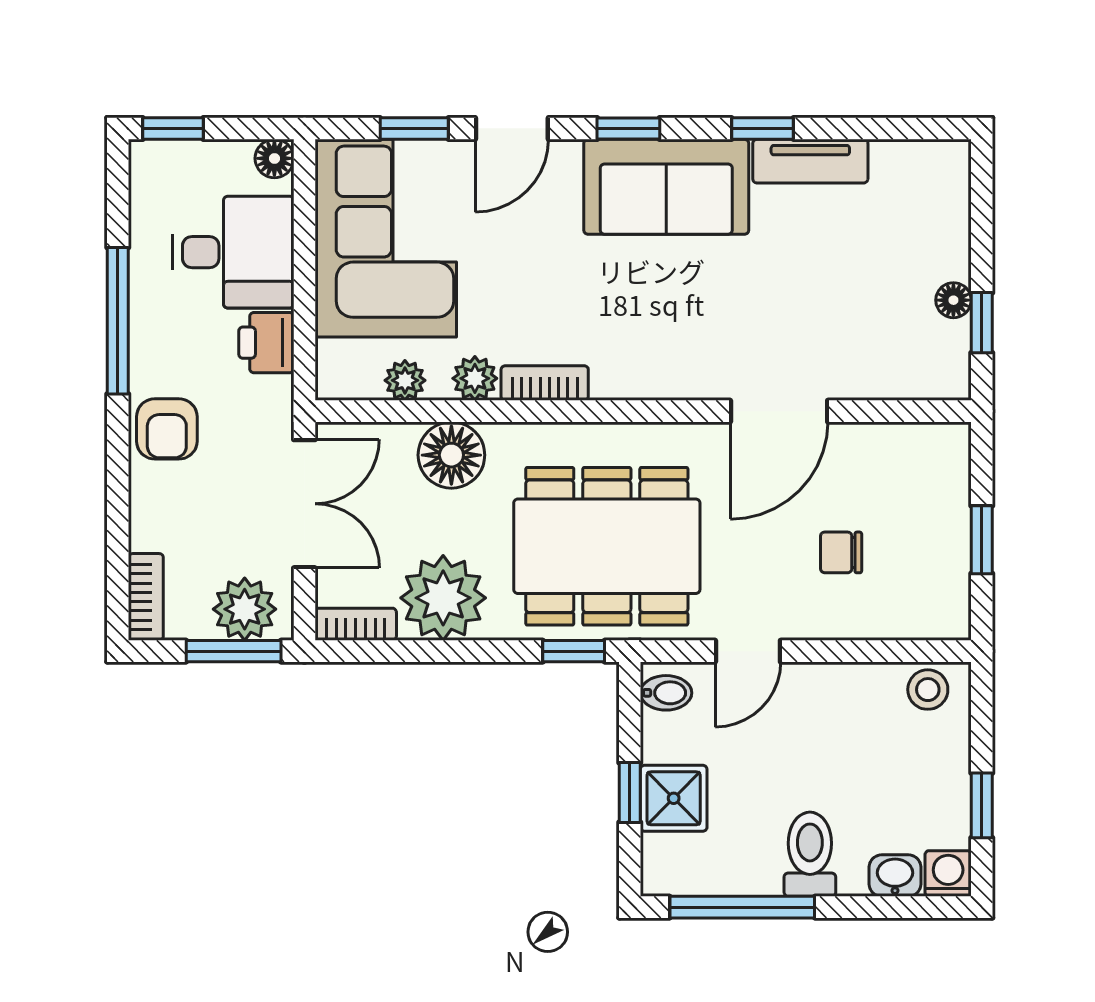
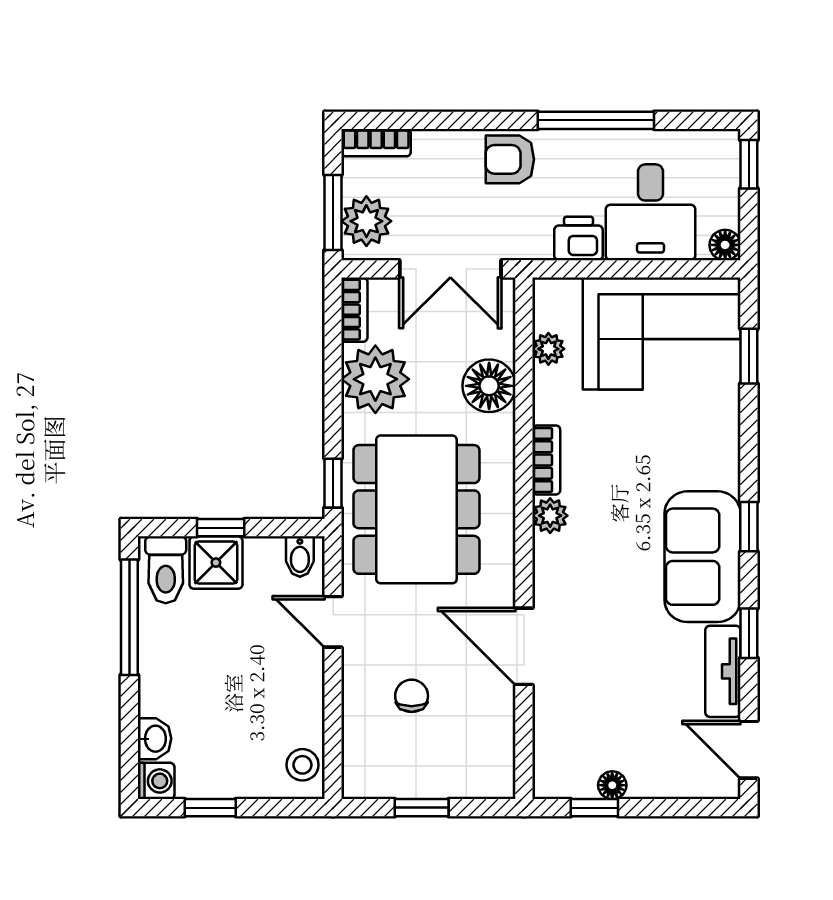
door: (512, 128) -> (749, 750), moved
plant: (475, 378) -> (550, 516), moved
toilet: (810, 854) -> (166, 570), moved, turned 90

